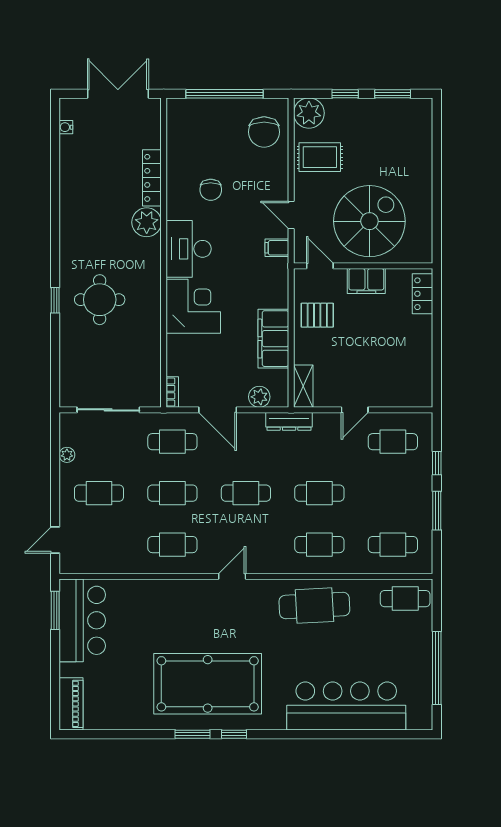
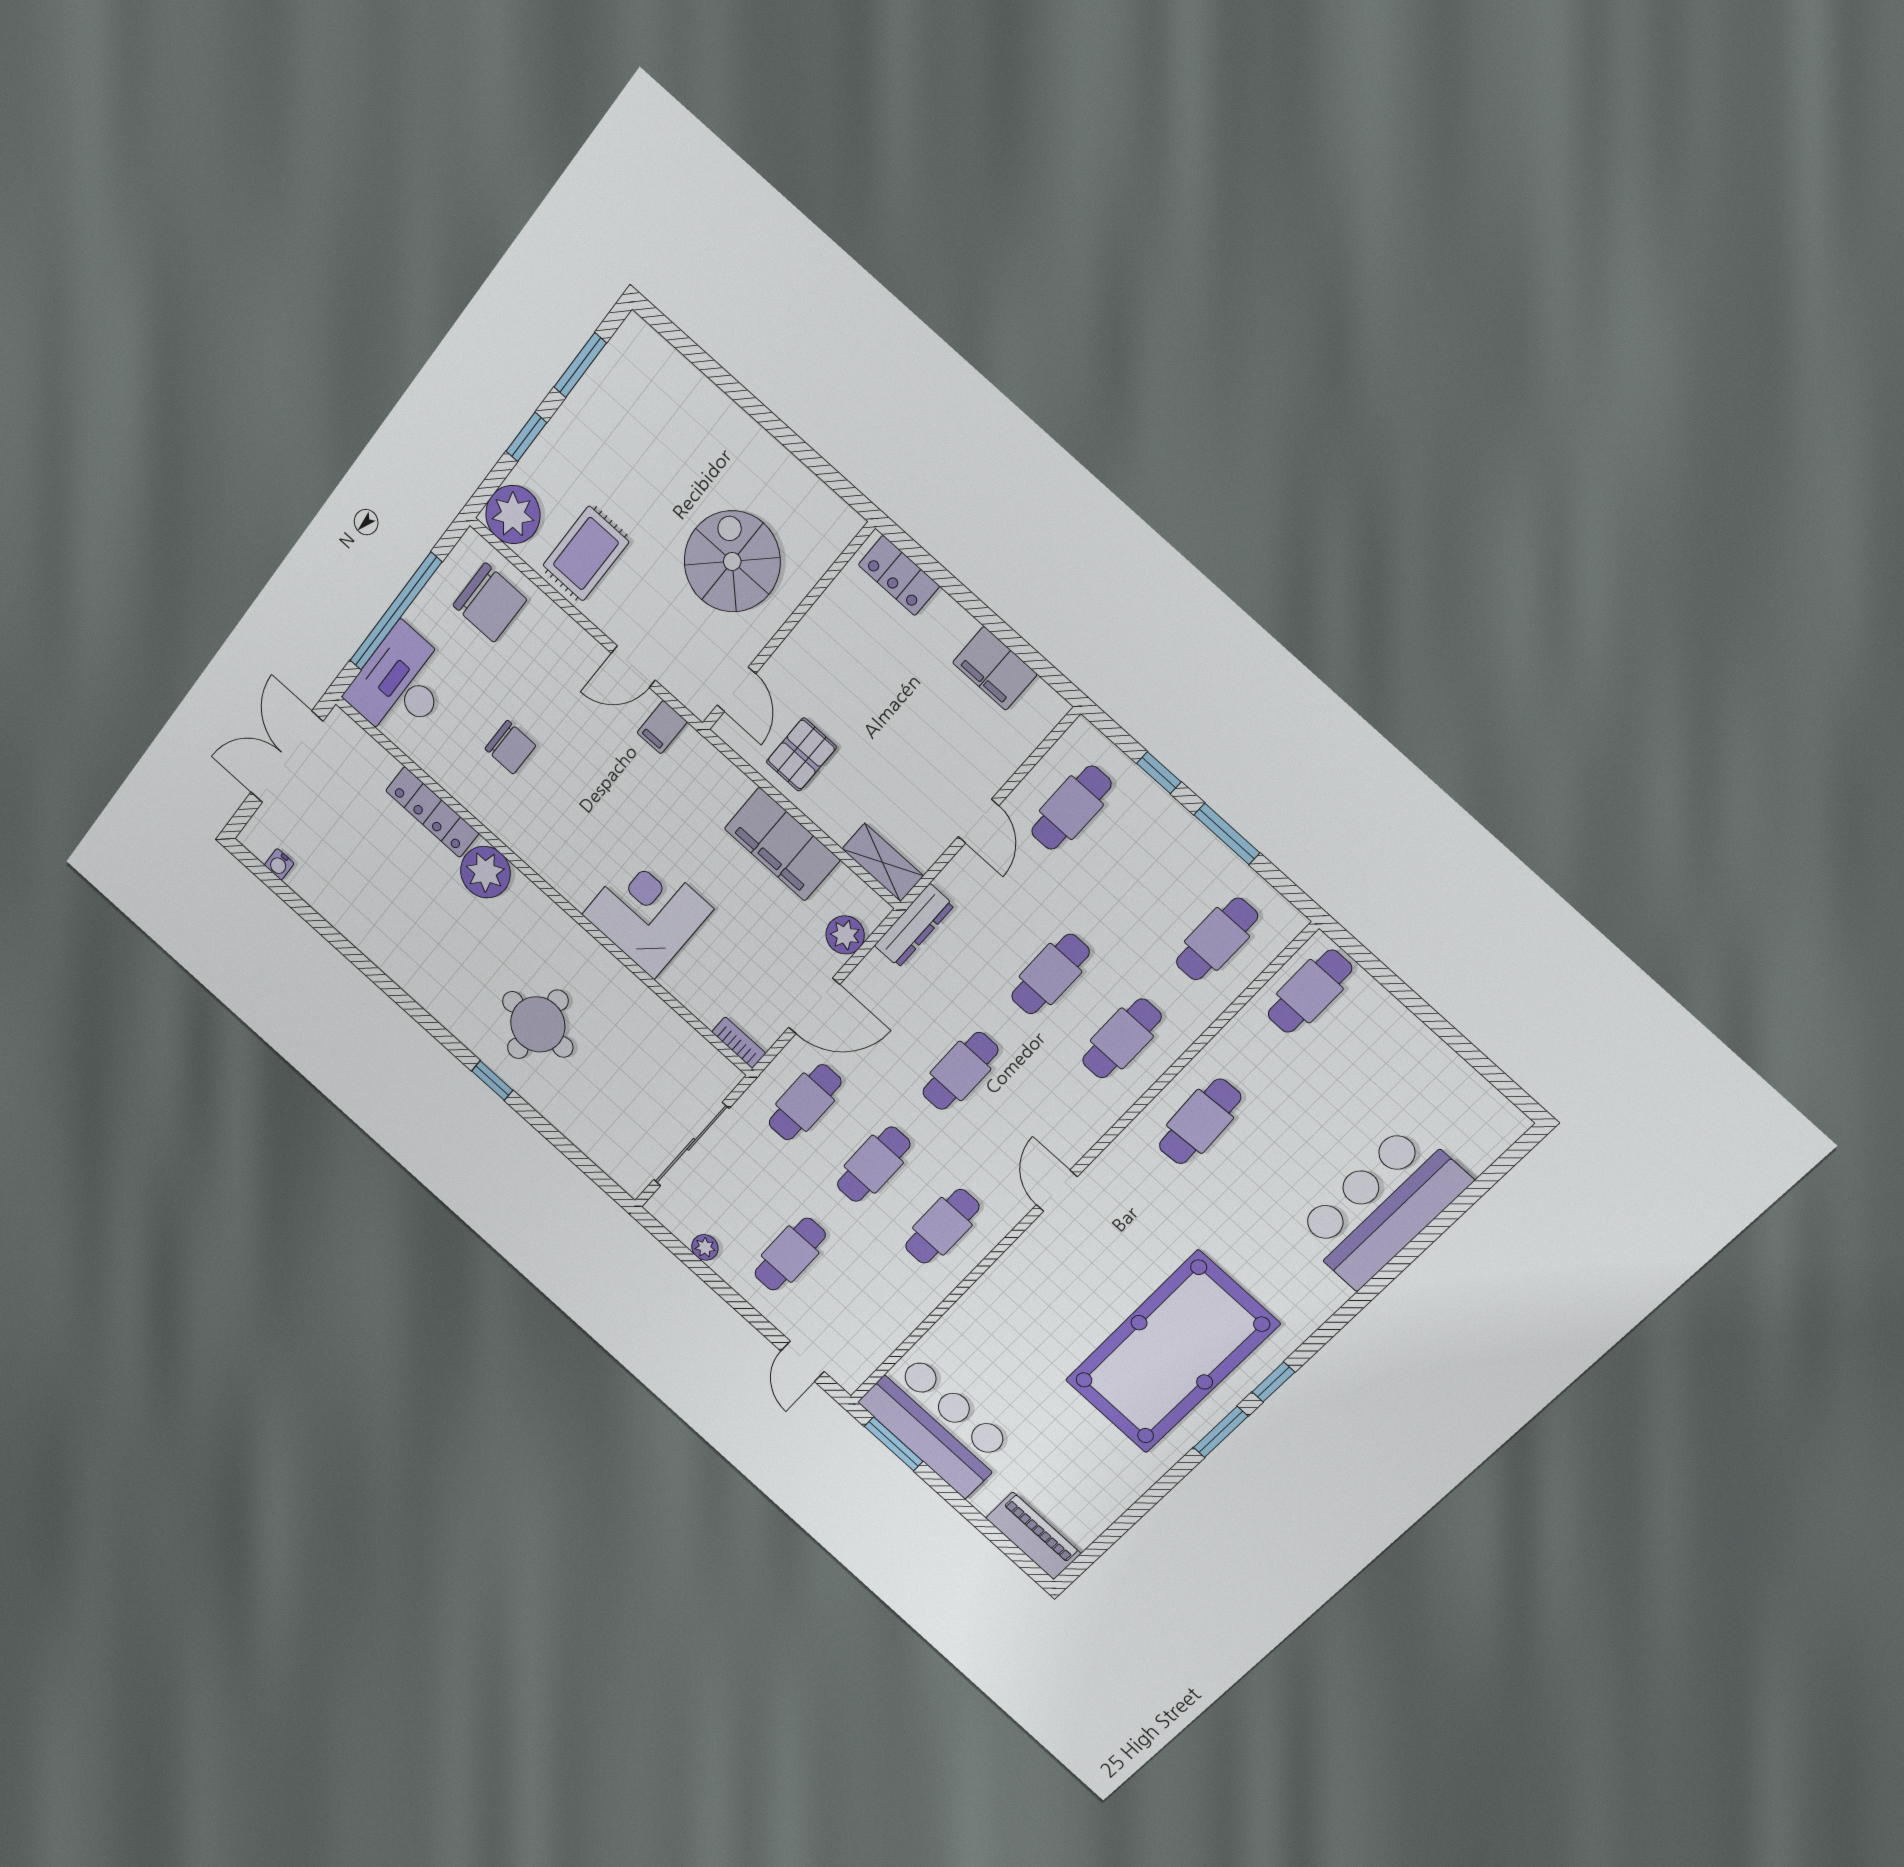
spiral stairs: (369, 221) -> (732, 561), width x0.73, depth x0.73
desk: (189, 249) -> (401, 684), moved, turned 90
door: (320, 266) -> (736, 689), swing flipped
filing cabinet: (366, 281) -> (995, 668), moved, turned 90
cafe table: (314, 606) -> (1200, 1121), width x0.73, depth x0.74
window: (437, 668) -> (1452, 1037), removed
bar counter: (346, 706) -> (1382, 1206), width x0.73

